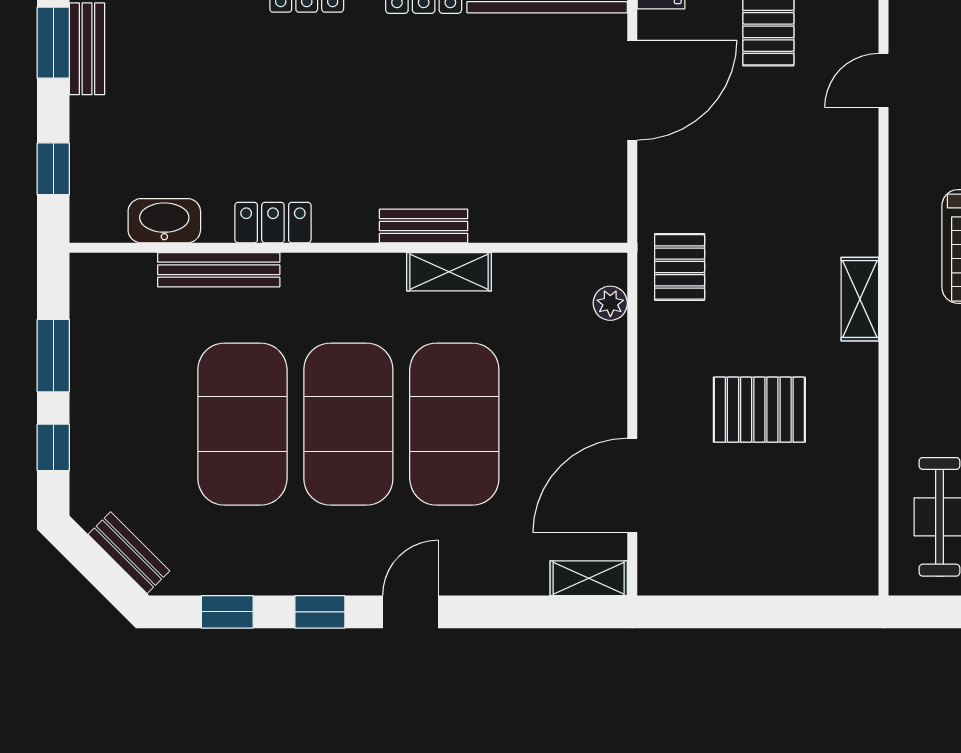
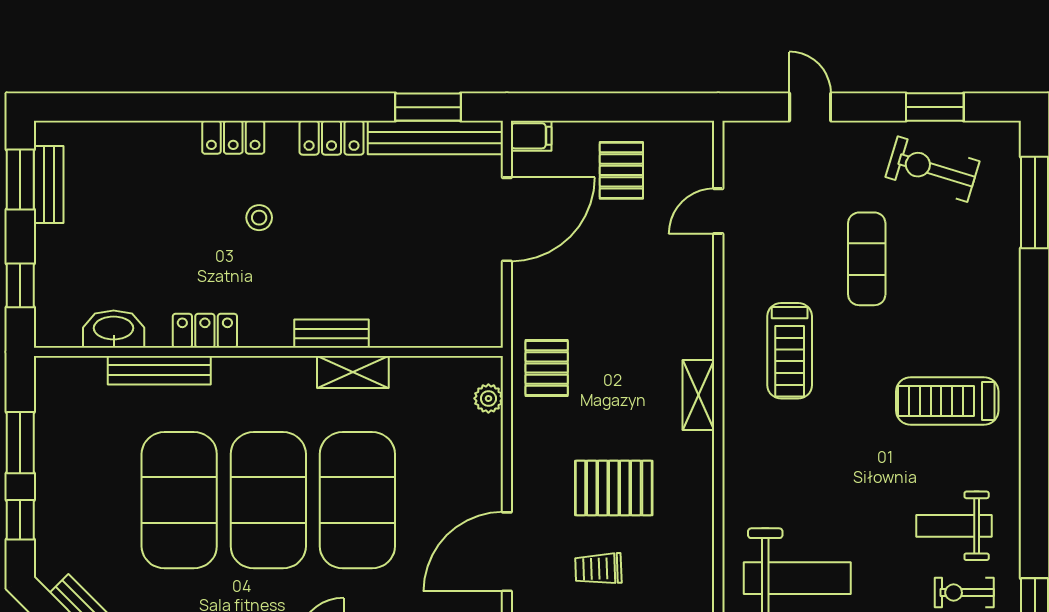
stool: (338, 88) -> (259, 218), added
trolley: (741, 506) -> (598, 569), added

